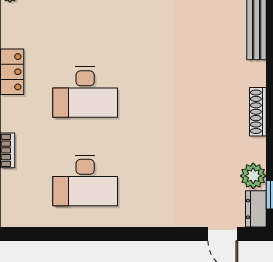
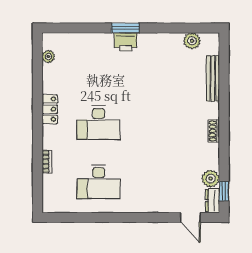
shoe rack: (258, 112) -> (214, 131), width x0.70

